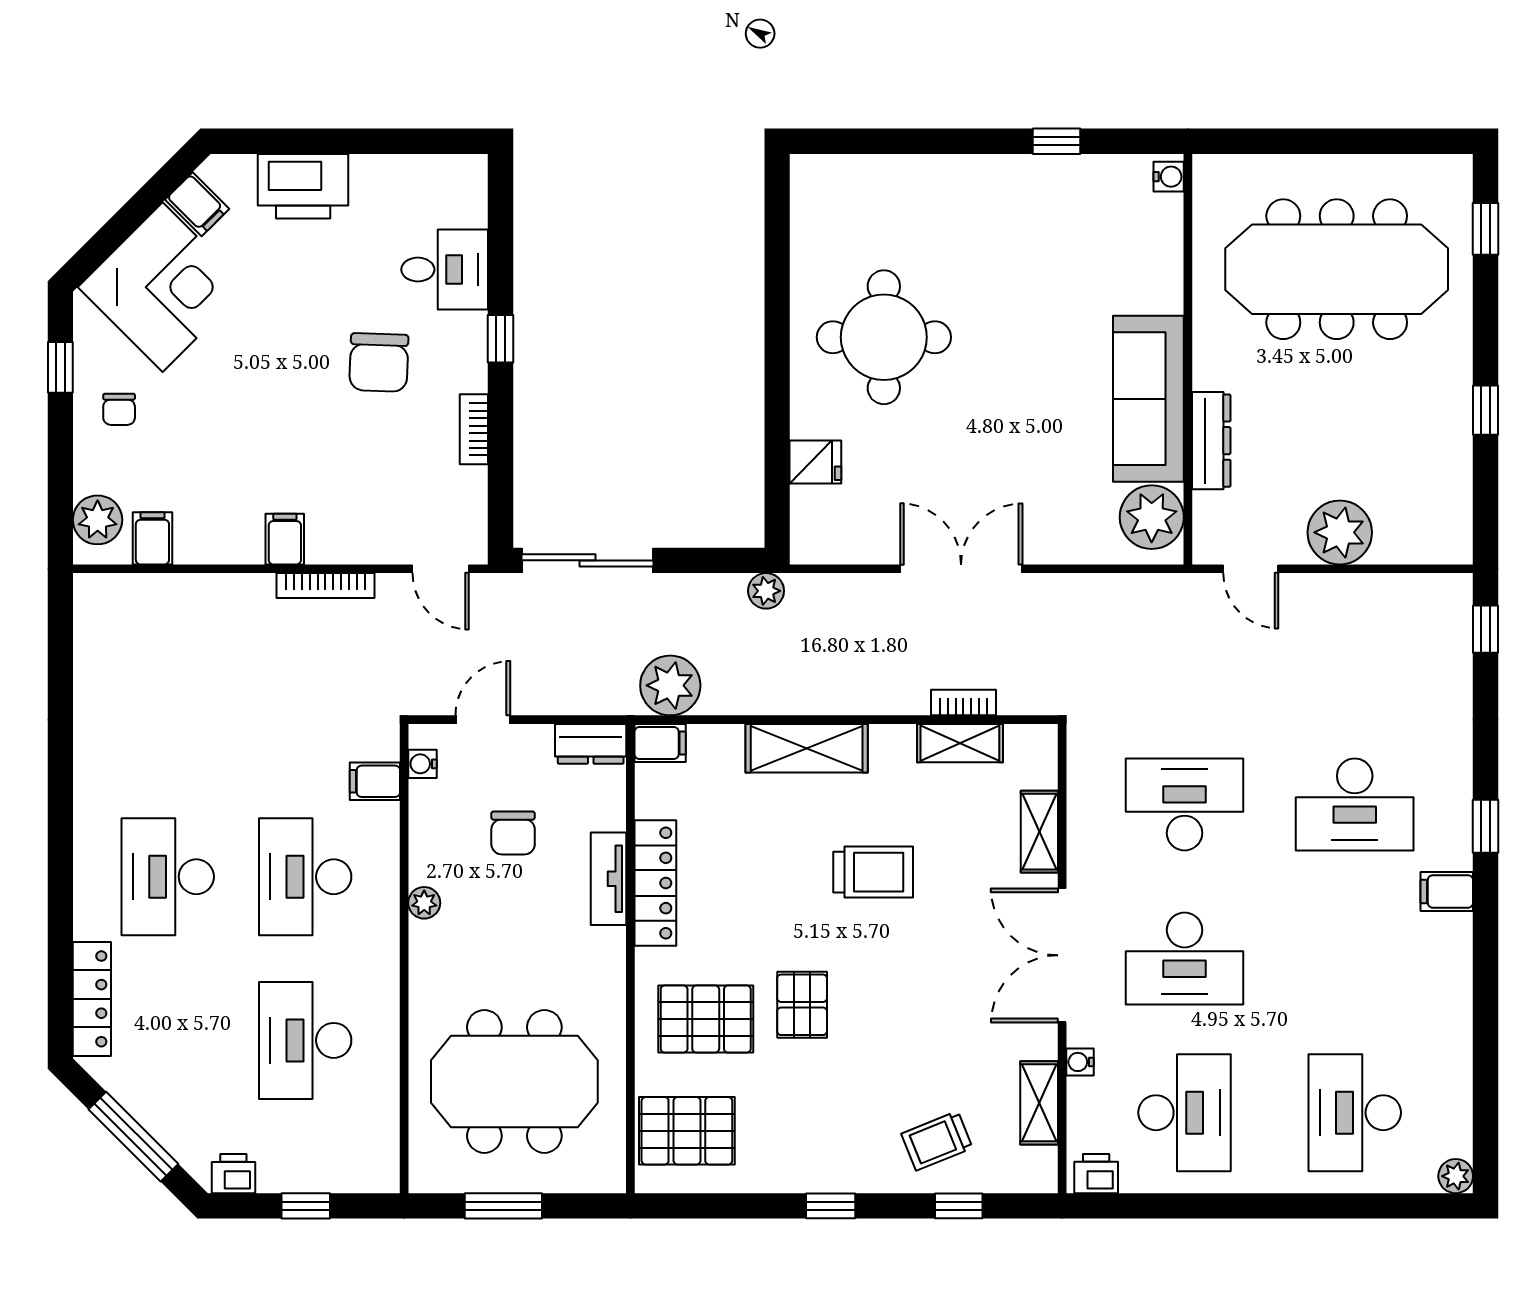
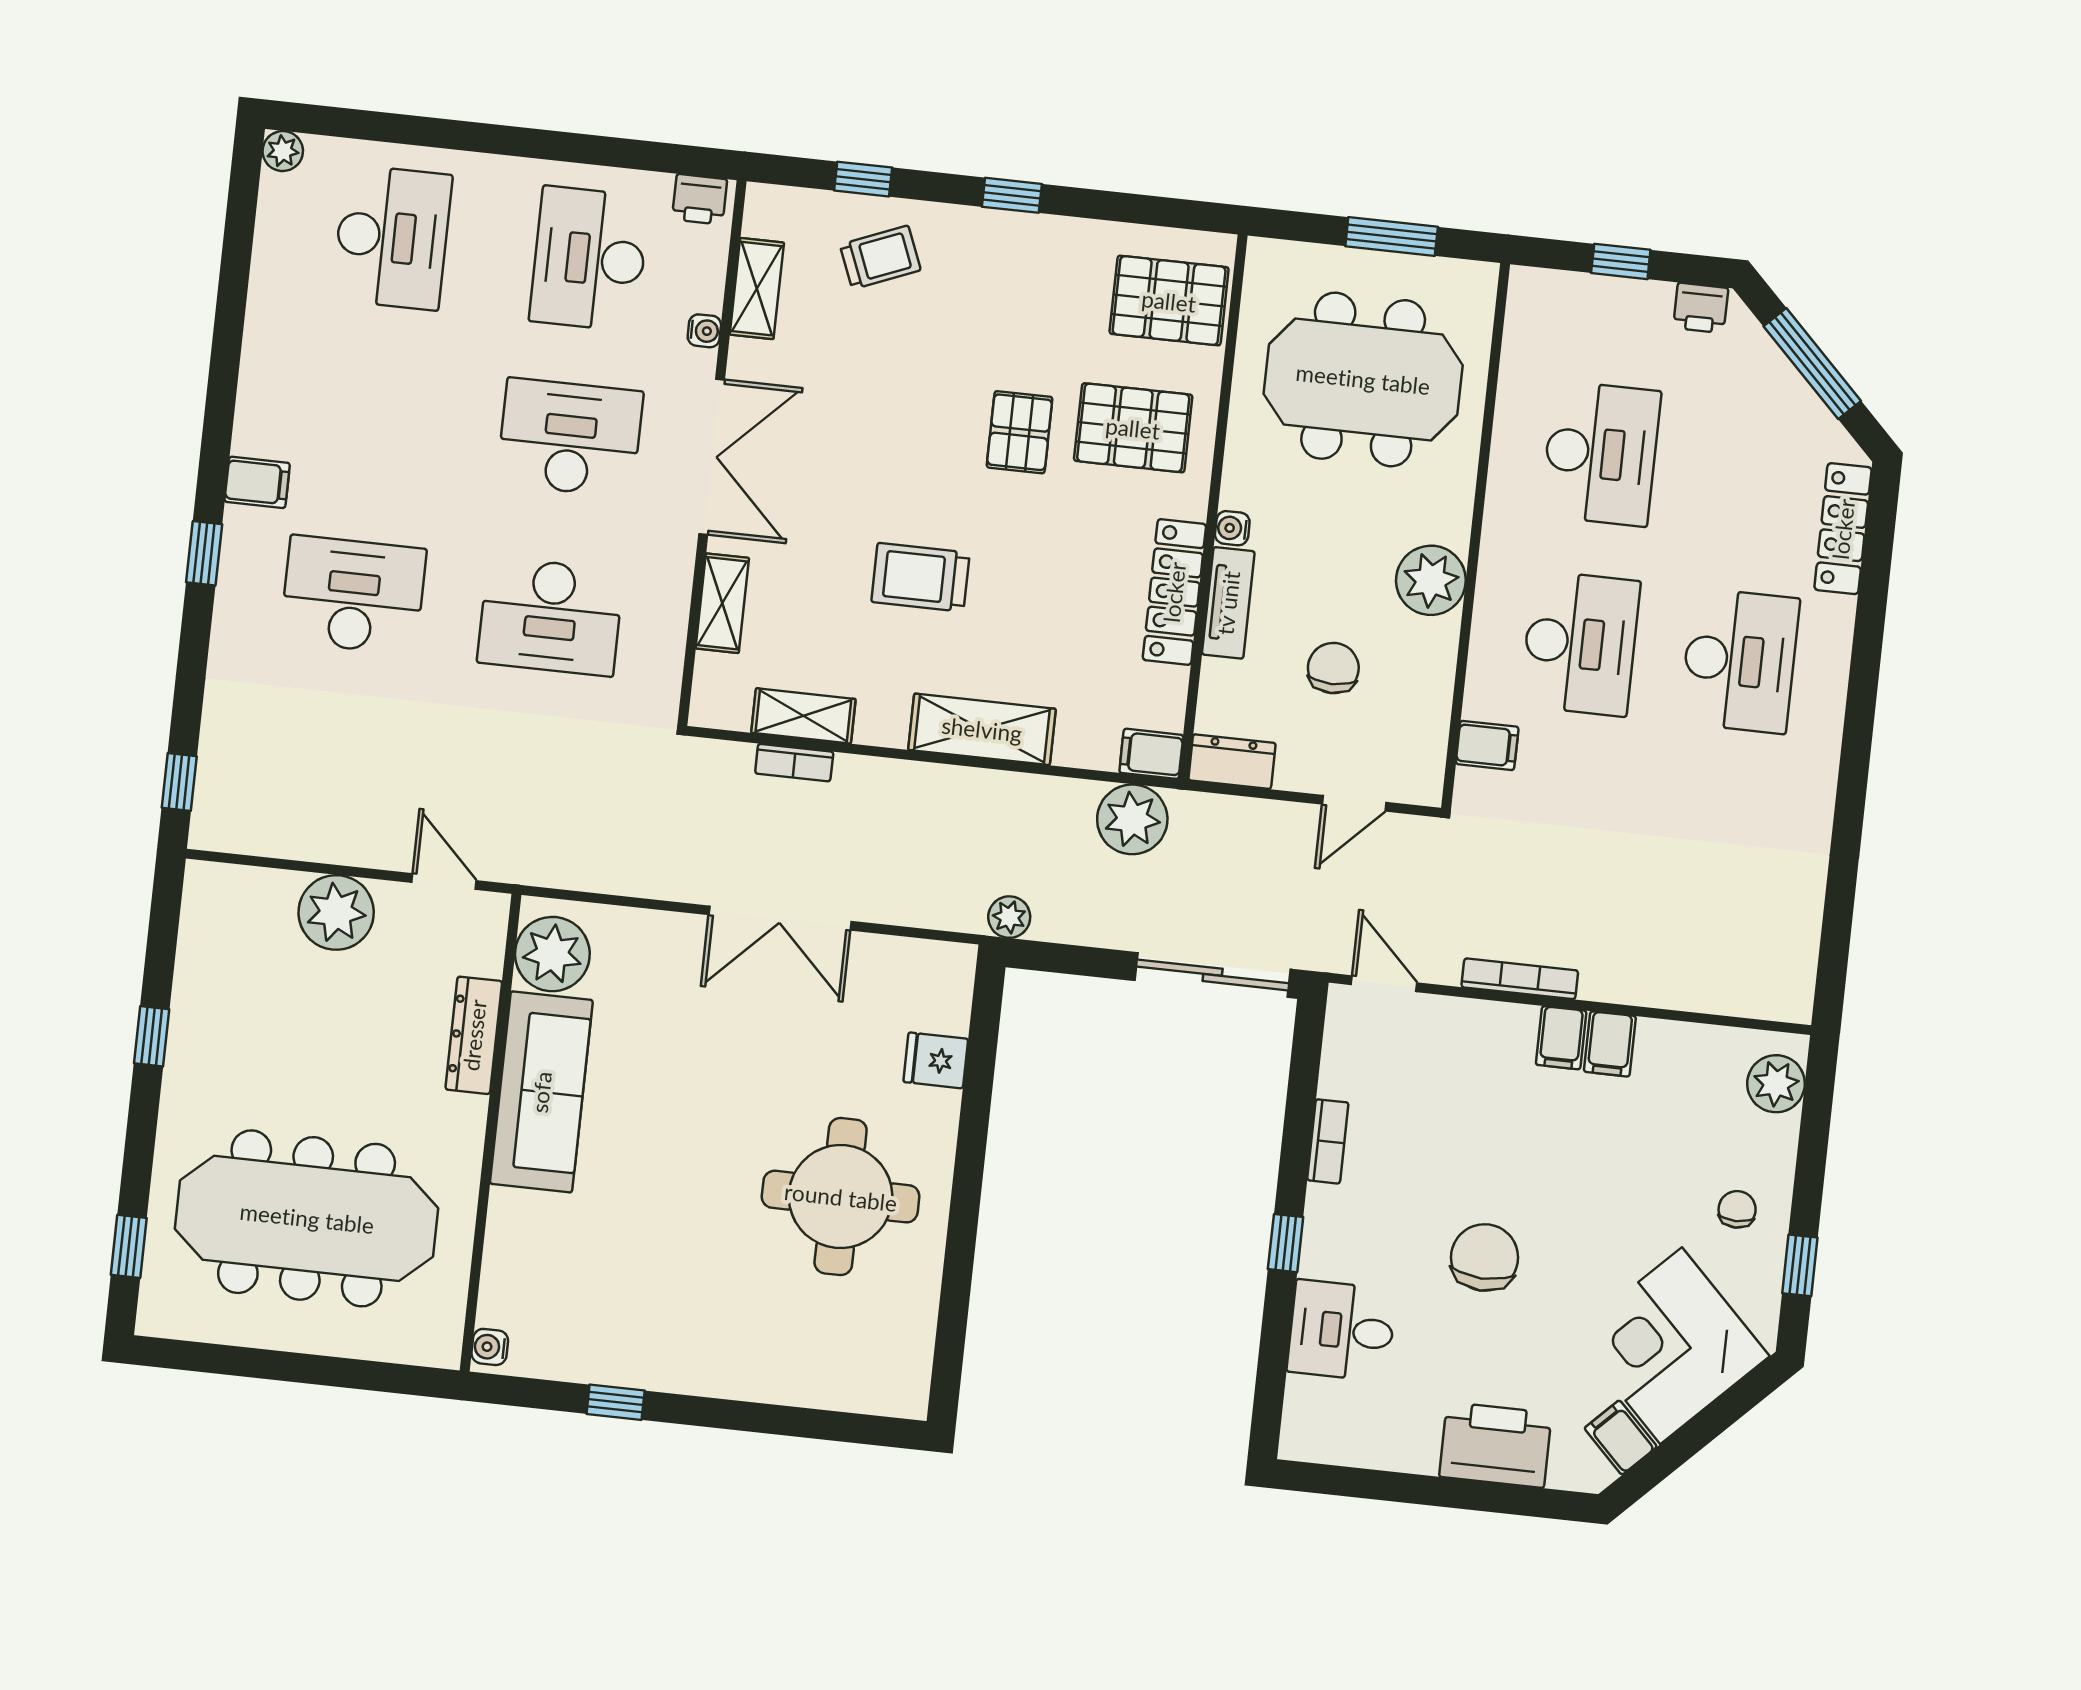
chair: (379, 362) -> (1485, 1257), moved
filing cabinet: (152, 538) -> (1610, 1044), moved
water cooler: (422, 764) -> (1232, 528), moved, turned 180
plant: (424, 903) -> (1431, 580), width x1.88, depth x1.88

